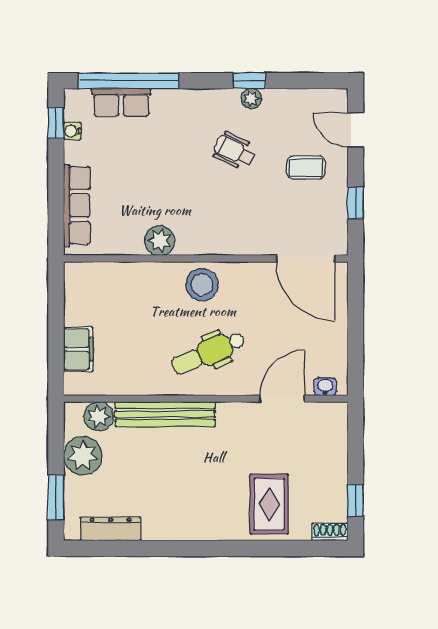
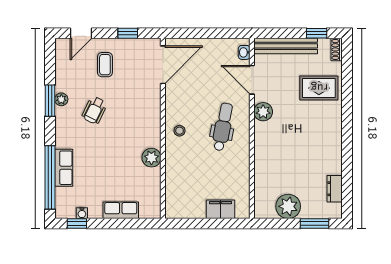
window: (249, 81) -> (50, 101), width x1.50
row of seats: (121, 102) -> (64, 168), moved
row of seats: (77, 206) -> (121, 210), width x0.68
stool: (202, 285) -> (180, 131), width x0.53, depth x0.53
dental chair: (208, 353) -> (223, 127), turned -146
bench: (165, 414) -> (286, 46), moved, turned 90
plant: (99, 416) -> (263, 112), moved
dresser: (111, 529) -> (335, 189), width x0.70

